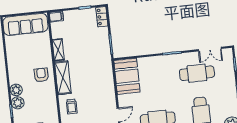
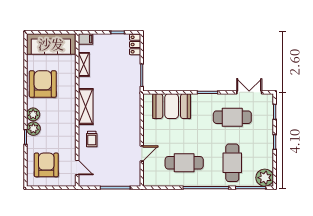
double door: (210, 49) -> (249, 92), swing flipped
shelving: (58, 50) -> (84, 64), moved
armchair: (41, 75) -> (43, 84), moved, width x1.88, depth x1.88
booth: (127, 76) -> (172, 106), moved, turned 90

